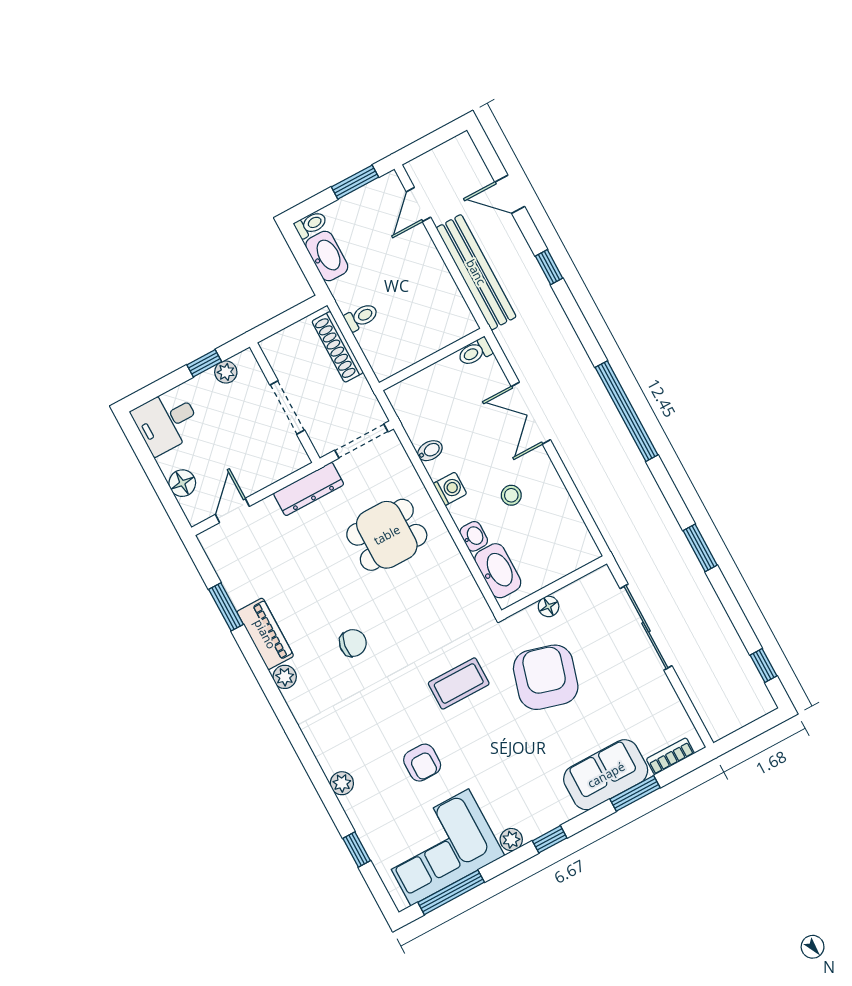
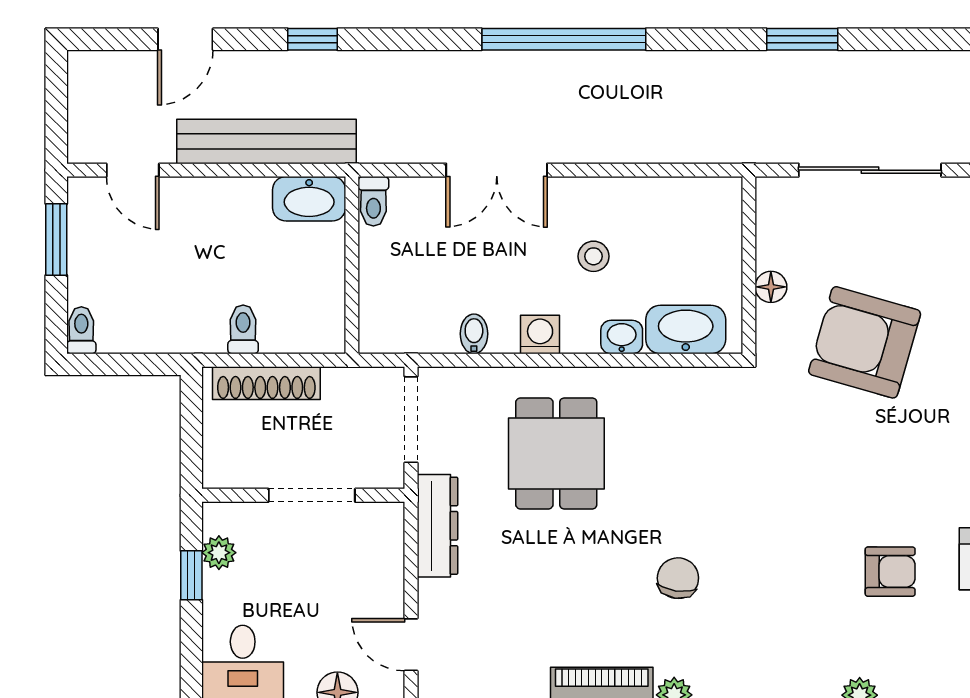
washbasin: (327, 256) -> (309, 199), moved, turned 180
coffee table: (459, 683) -> (810, 465), removed

